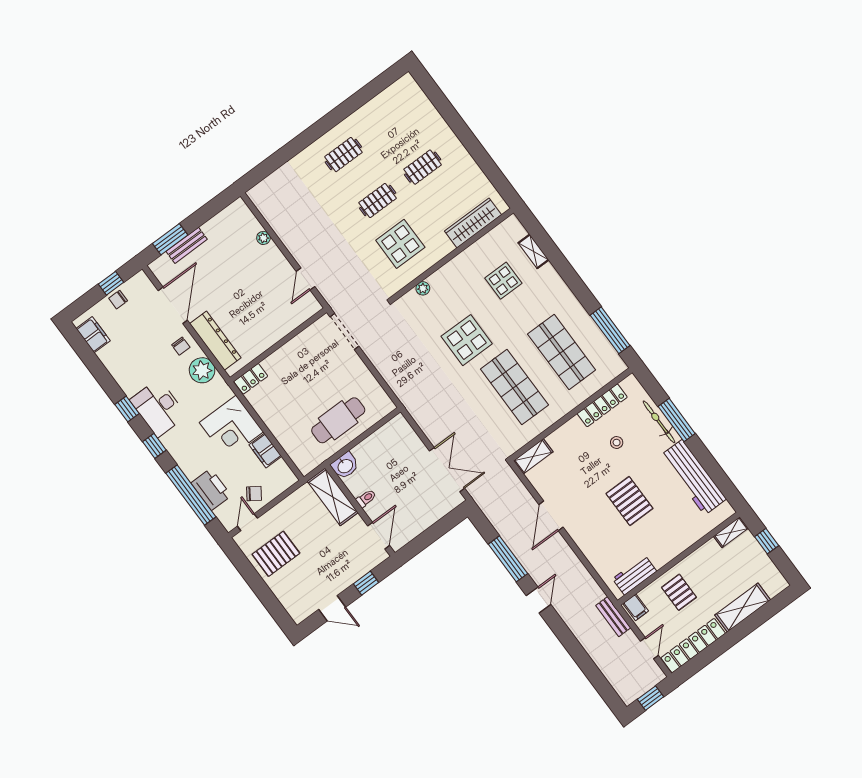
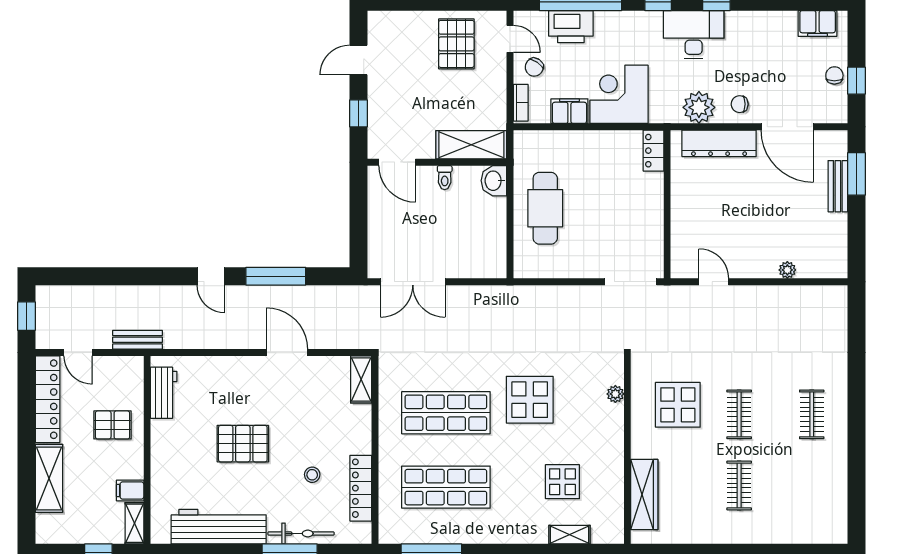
bookcase: (283, 485) -> (521, 103), added
filing cabinet: (636, 607) -> (130, 490), moved

